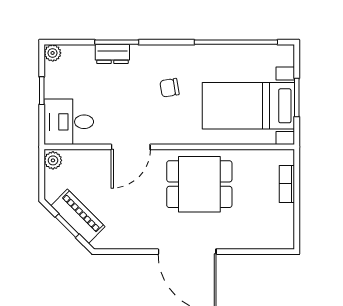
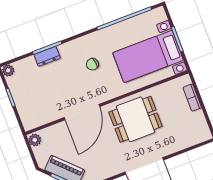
desk: (69, 122) -> (36, 111), removed
door: (131, 147) -> (82, 112), width x1.36

